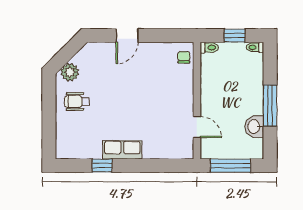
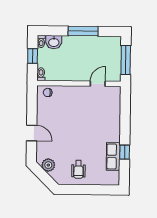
plant: (70, 72) -> (48, 165), moved
washbasin: (254, 127) -> (54, 42), moved
row of seats: (122, 150) -> (113, 156), moved

